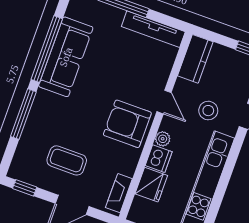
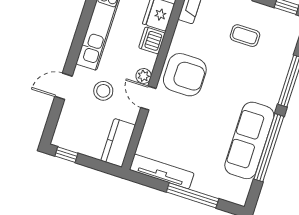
plant: (163, 139) -> (144, 76), moved
coffee table: (67, 160) -> (245, 36), width x0.73, depth x0.77

